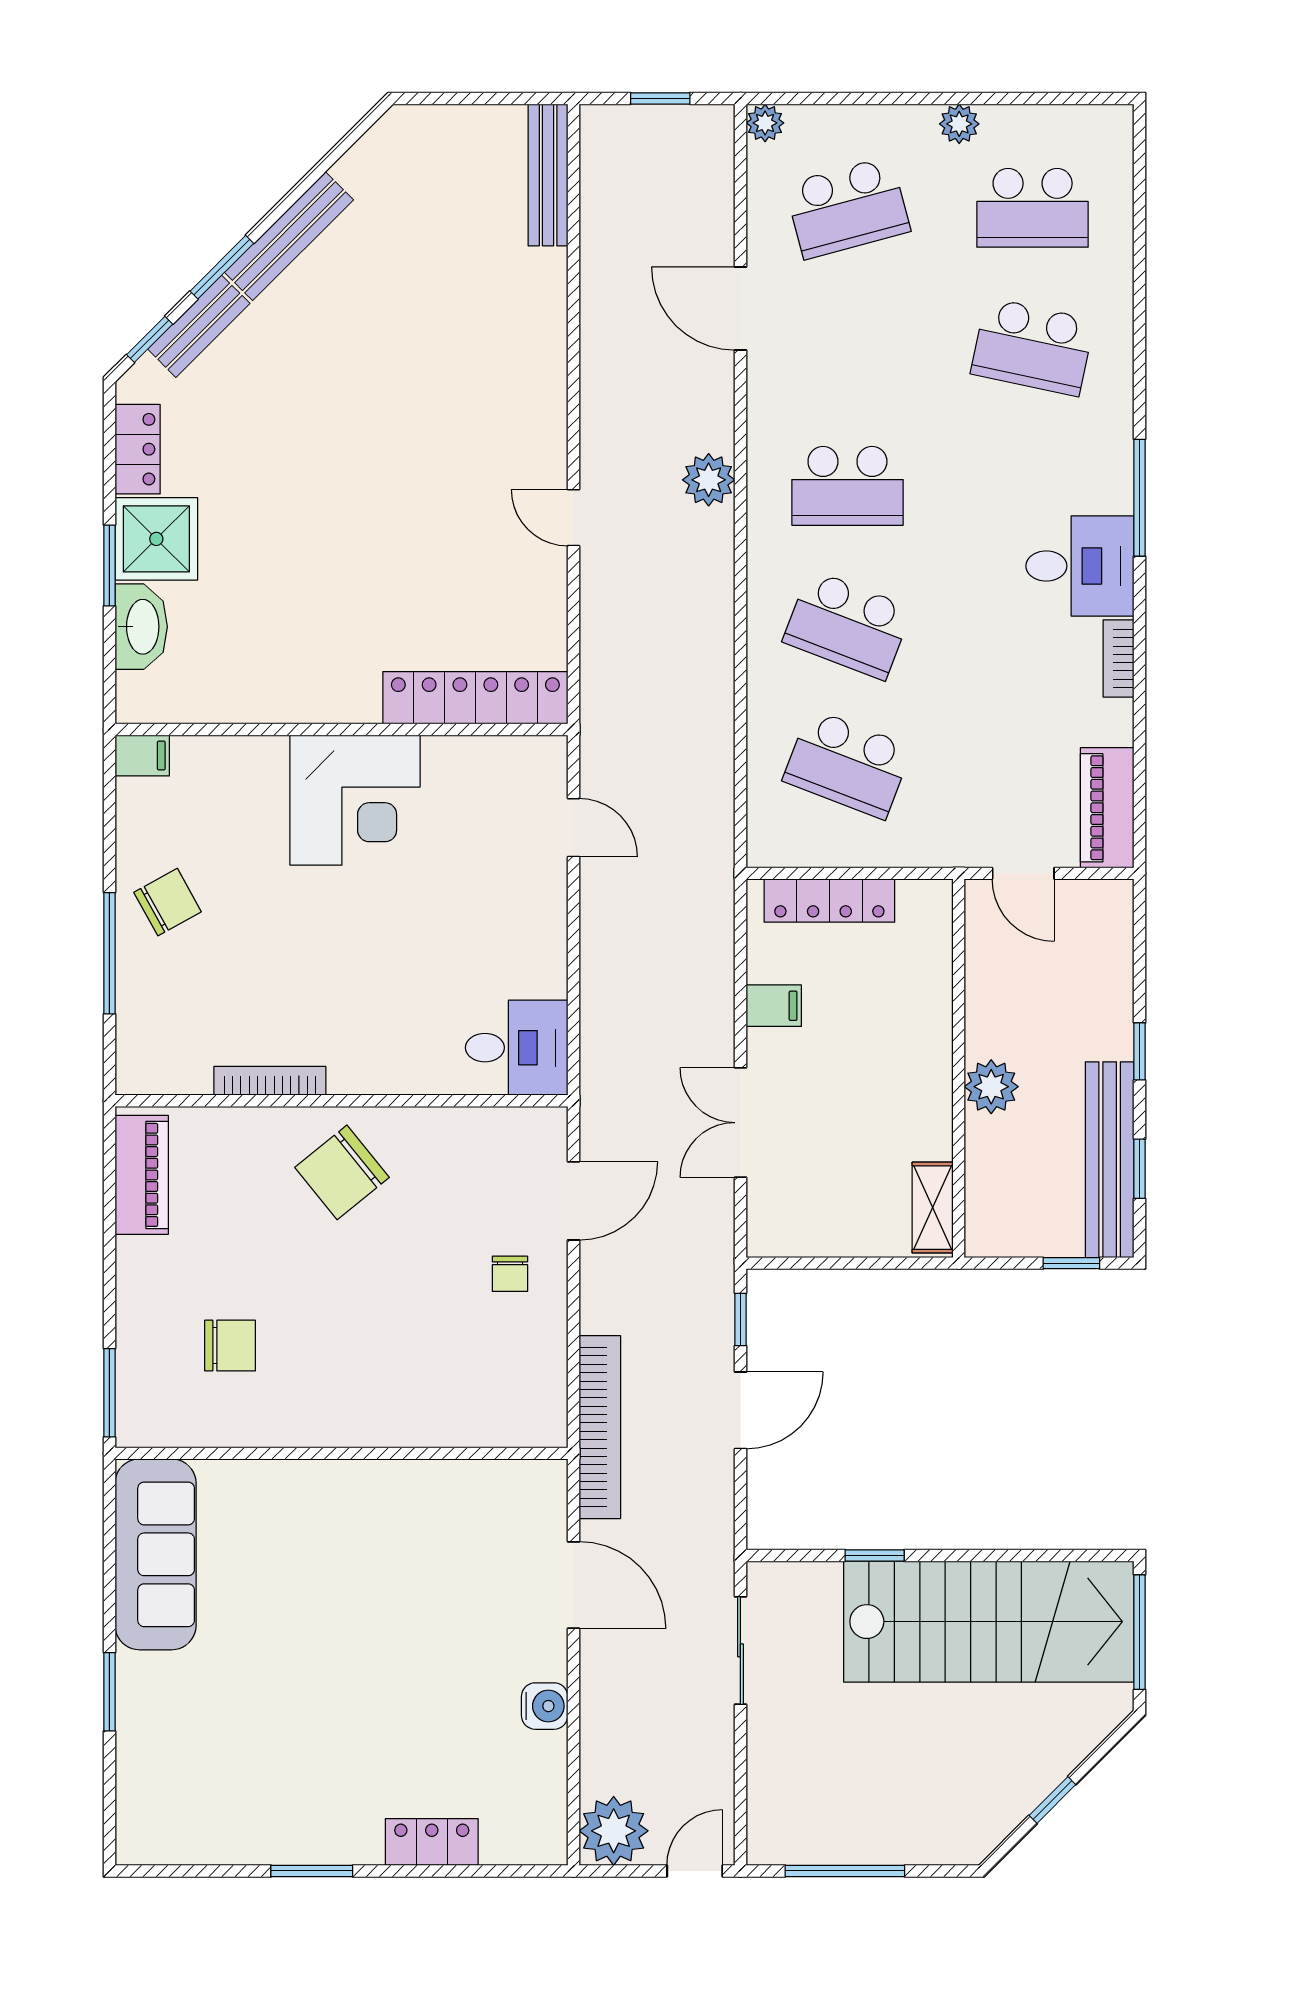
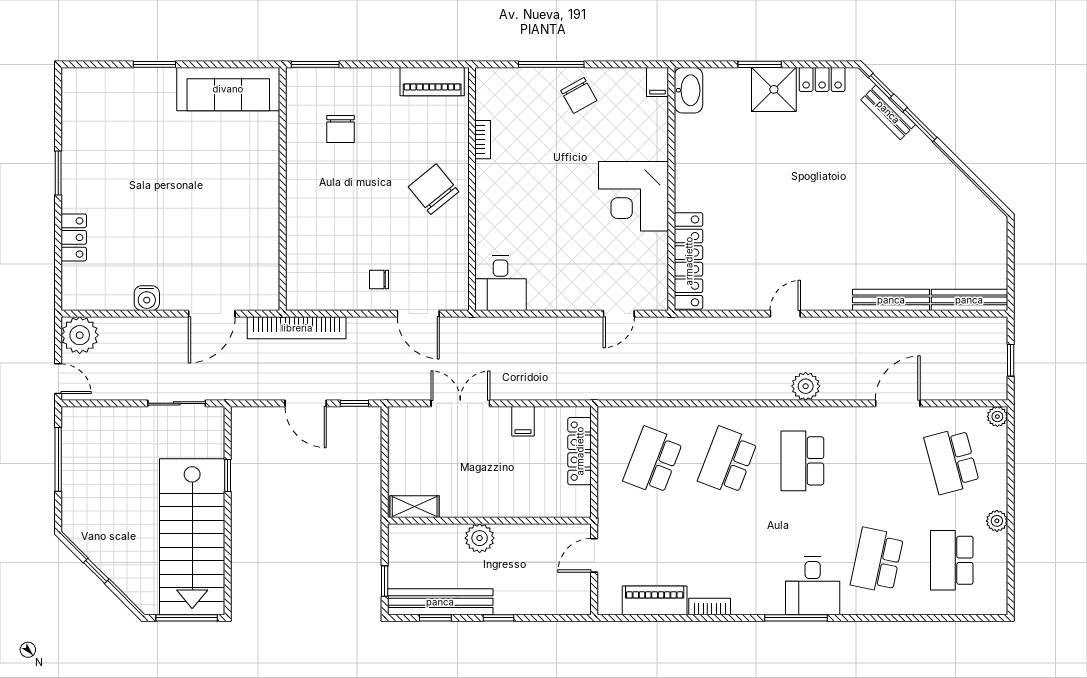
bench: (289, 236) -> (891, 300), moved, turned -45
desk: (1080, 566) -> (813, 586), moved
washbasin: (141, 627) -> (689, 90), moved, turned -90
piano: (1107, 808) -> (655, 600), moved
bookcase: (270, 1081) -> (483, 140), width x0.64

